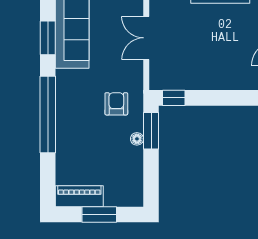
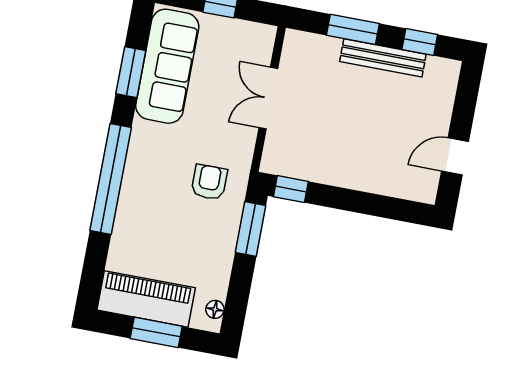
floor lamp: (137, 139) -> (215, 309), moved
piano: (79, 196) -> (146, 299), width x1.37, depth x1.33

